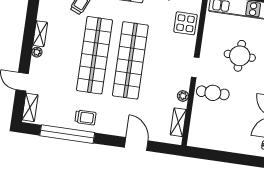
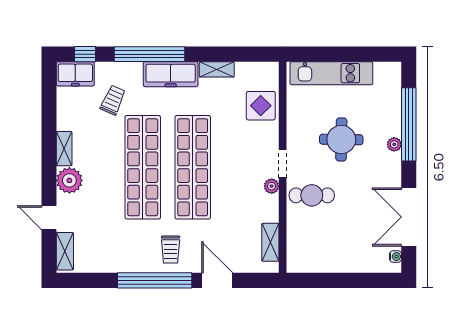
plant: (37, 52) -> (69, 180), width x1.87, depth x1.87
plant: (183, 96) -> (272, 186), moved
trolley: (85, 117) -> (171, 249), moved, turned 90
window: (67, 134) -> (155, 280), moved

